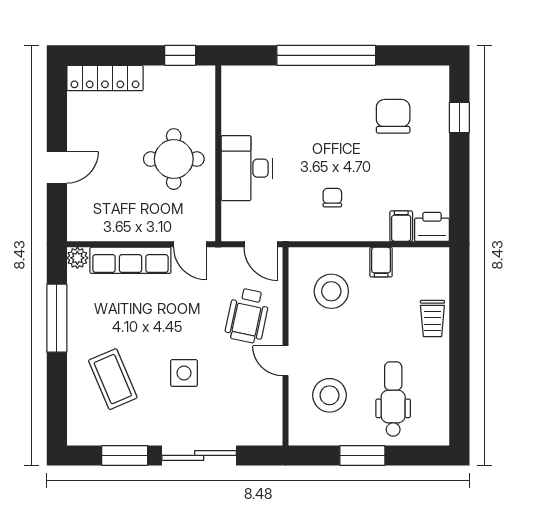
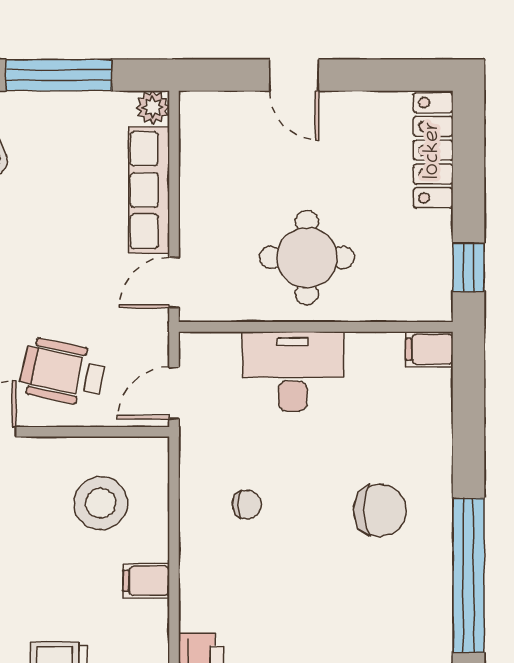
window: (326, 55) -> (468, 575), moved
chair: (393, 116) -> (380, 510), moved
filing cabinet: (401, 226) -> (429, 349), moved, turned 180

